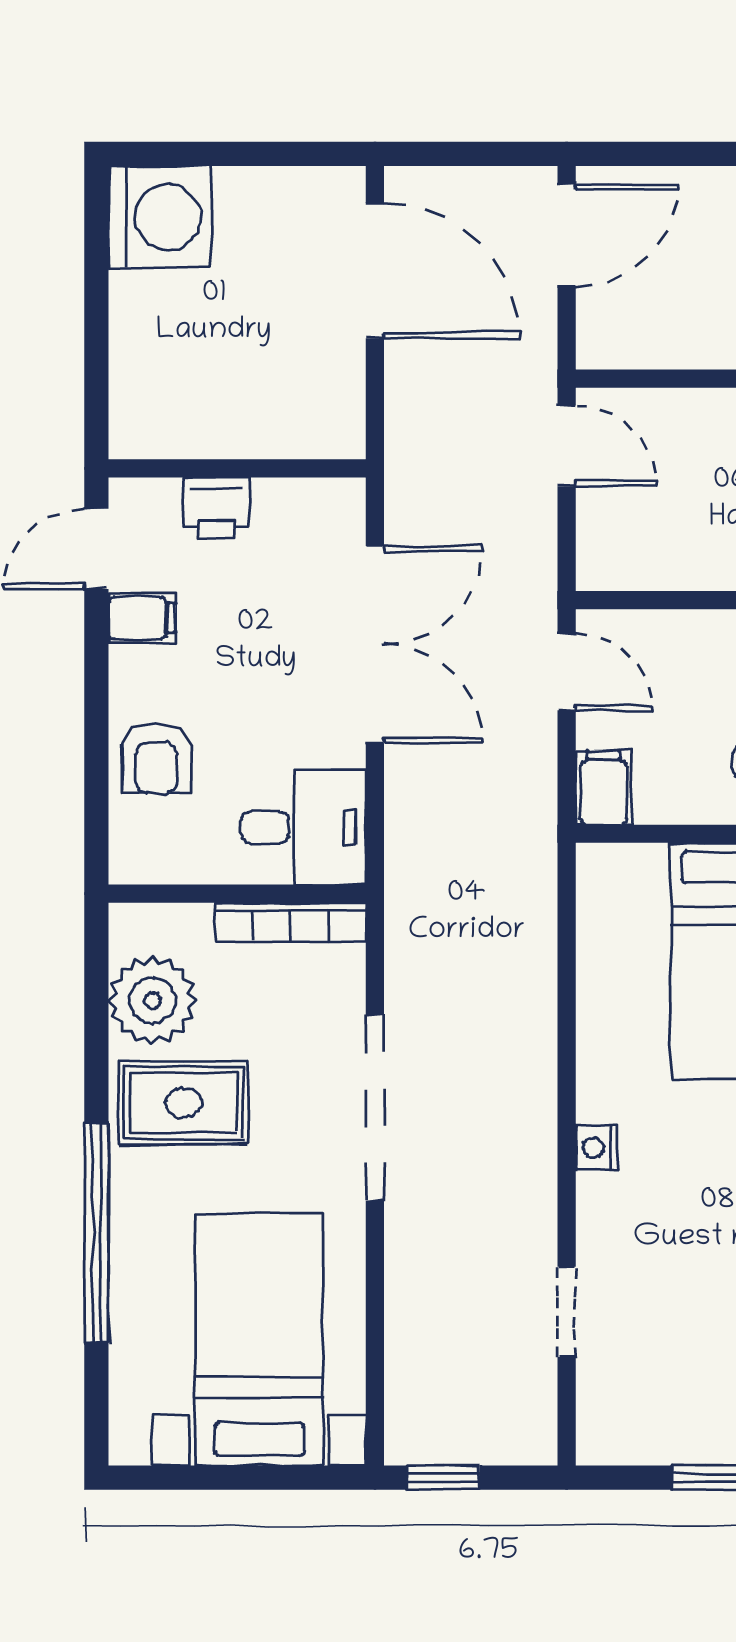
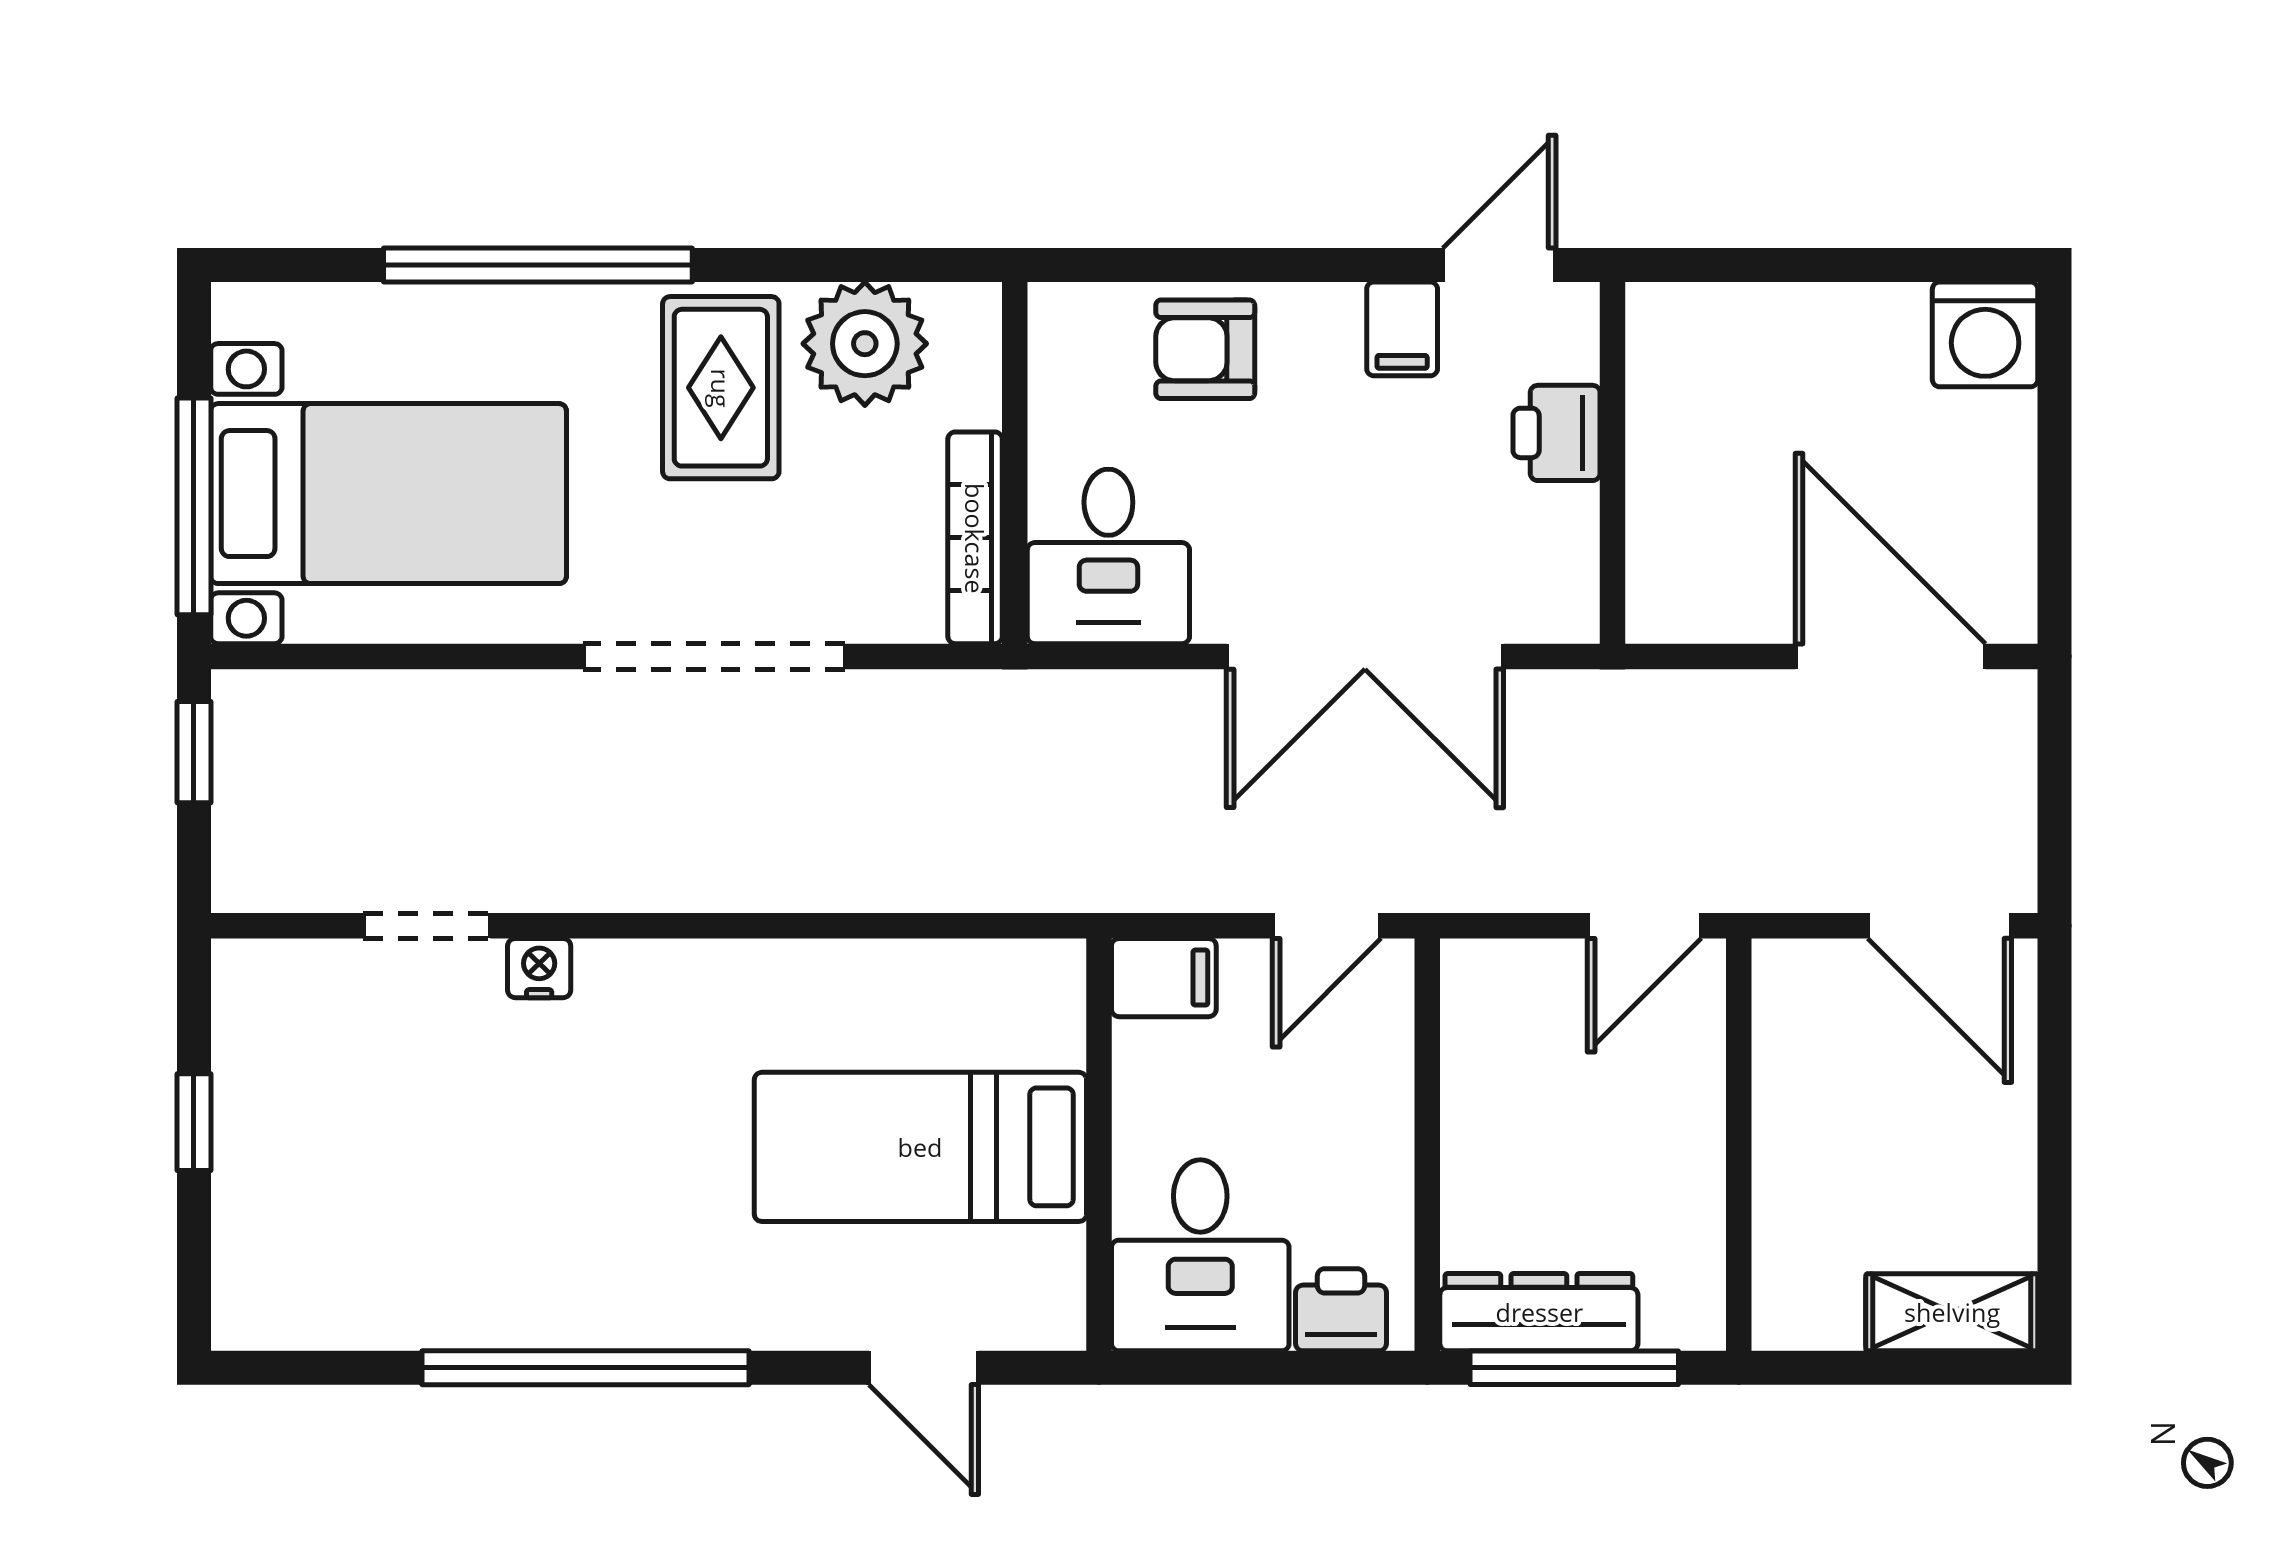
washing machine: (160, 217) -> (1985, 334), width x0.73, depth x0.73
door: (375, 271) -> (1890, 656), swing flipped
door: (96, 549) -> (1499, 265), hinge flipped
nightstand: (597, 1148) -> (539, 968), moved
window: (268, 1478) -> (194, 506), added

